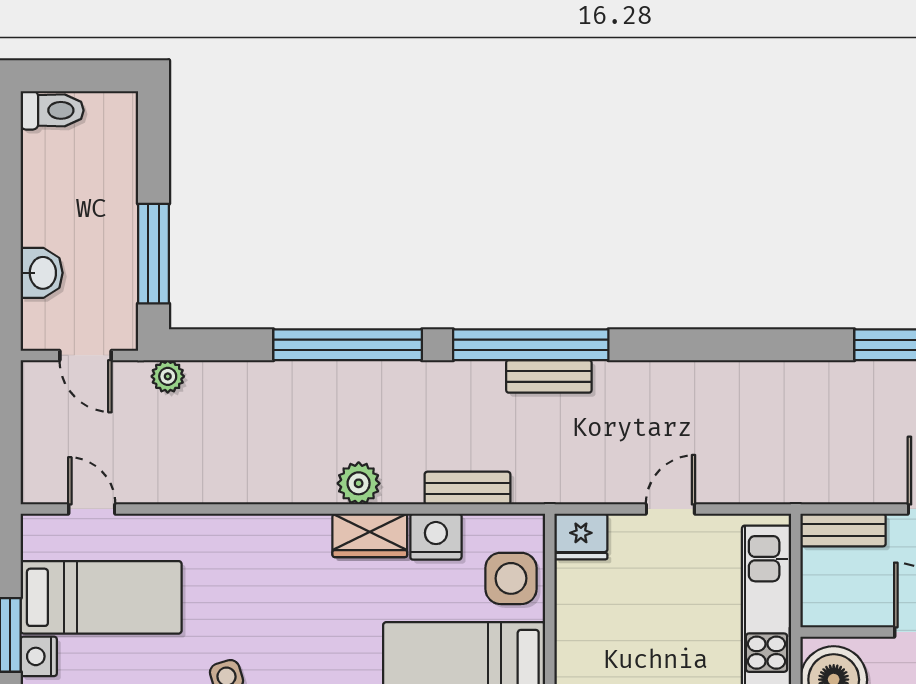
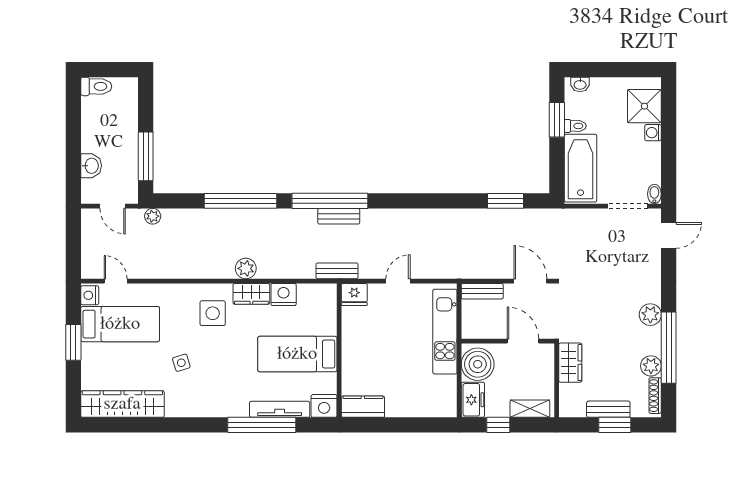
bench: (467, 488) -> (337, 271), moved
side table: (511, 578) -> (213, 313), moved
nightstand: (39, 656) -> (90, 295), moved

